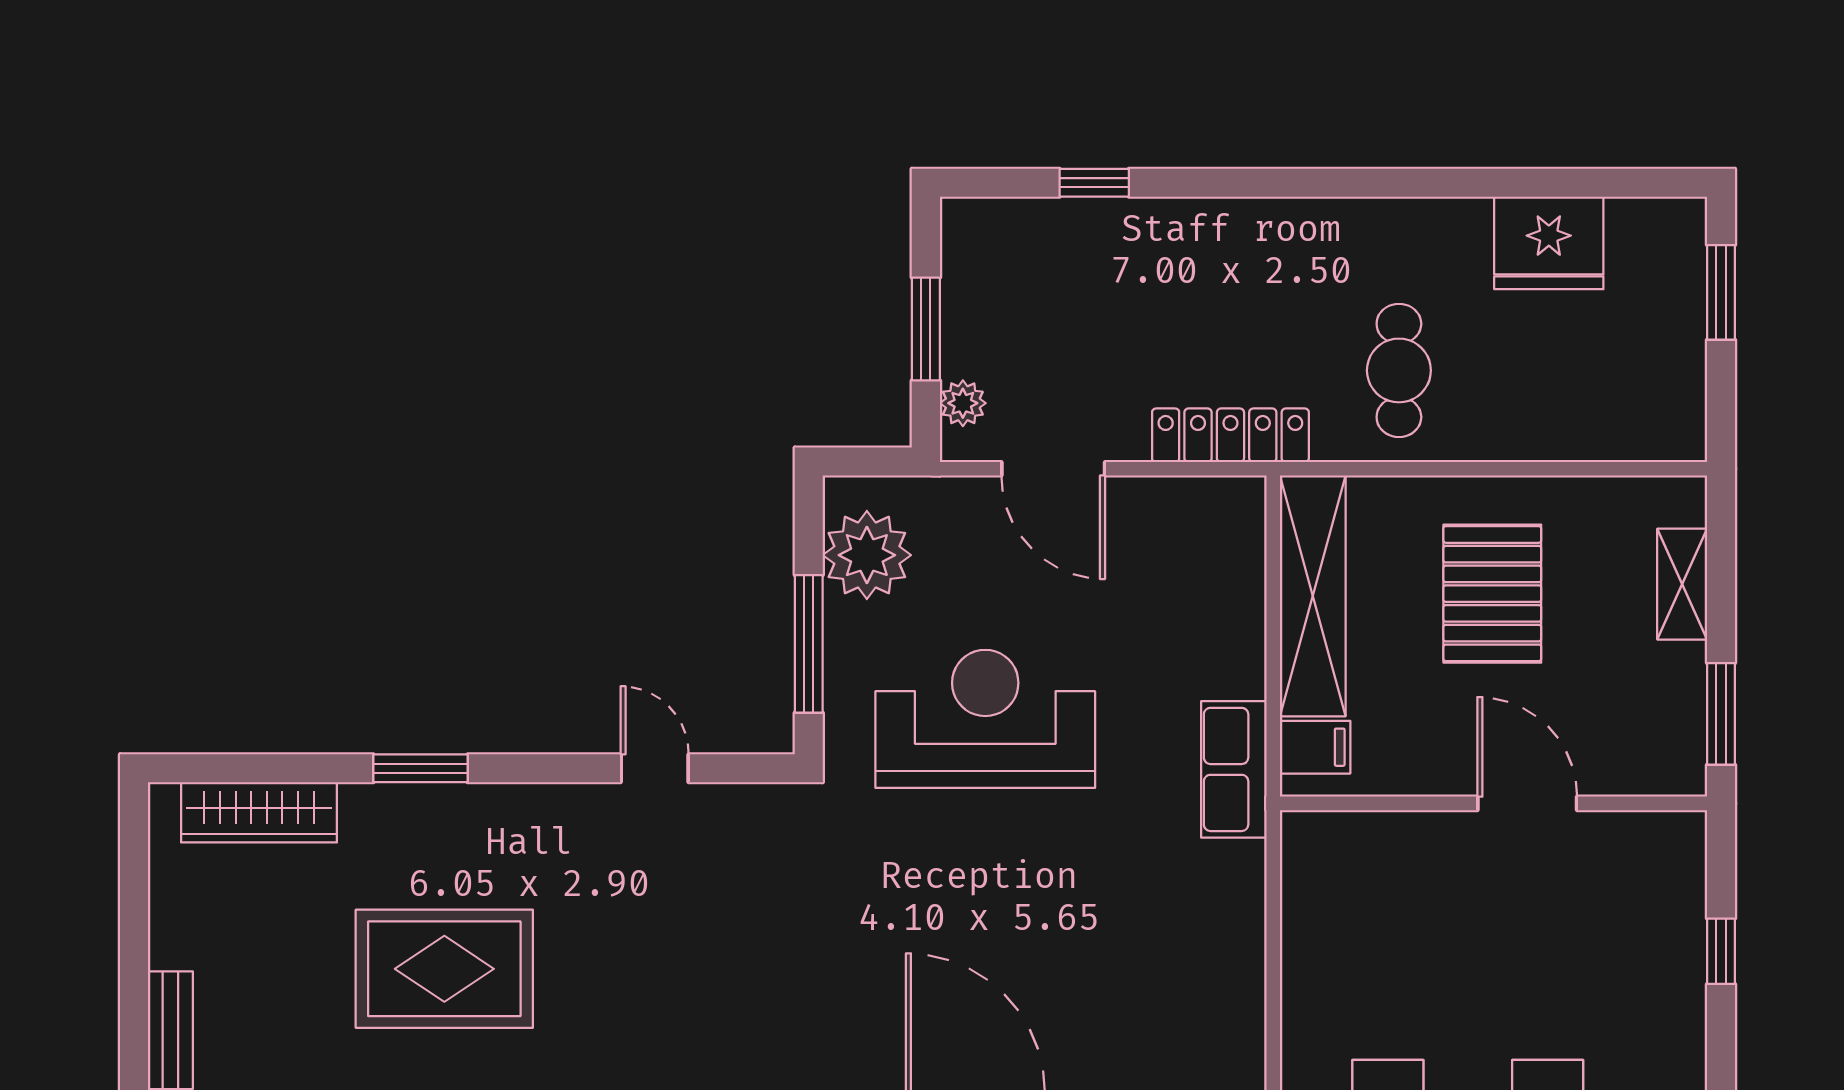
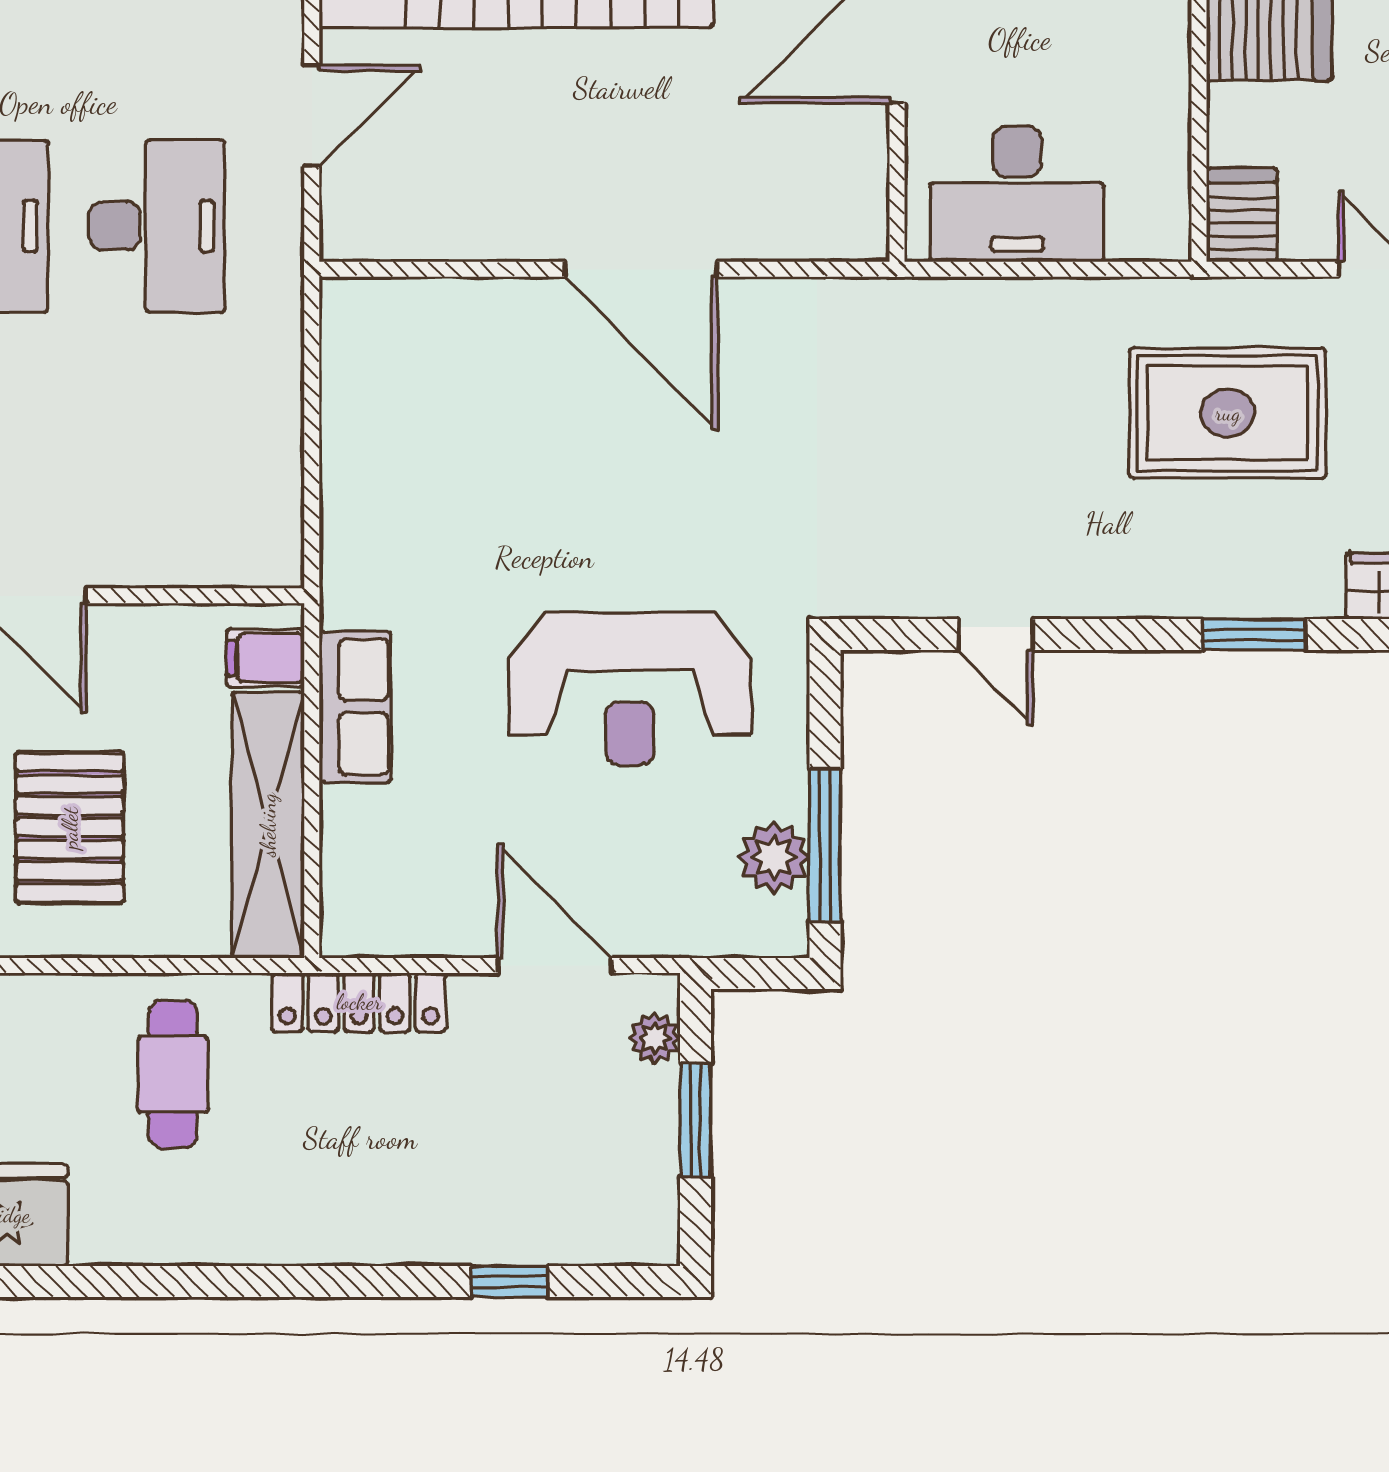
plant: (867, 555) -> (774, 857), width x0.73, depth x0.73
window: (809, 644) -> (825, 845), moved
row of seats: (1234, 769) -> (355, 707), moved

